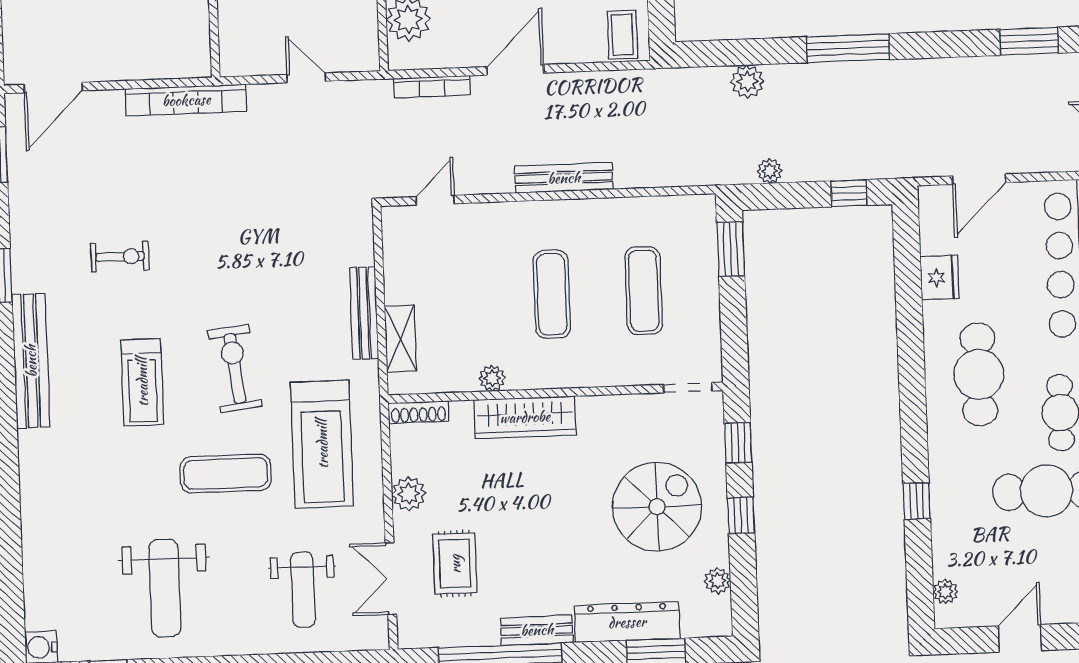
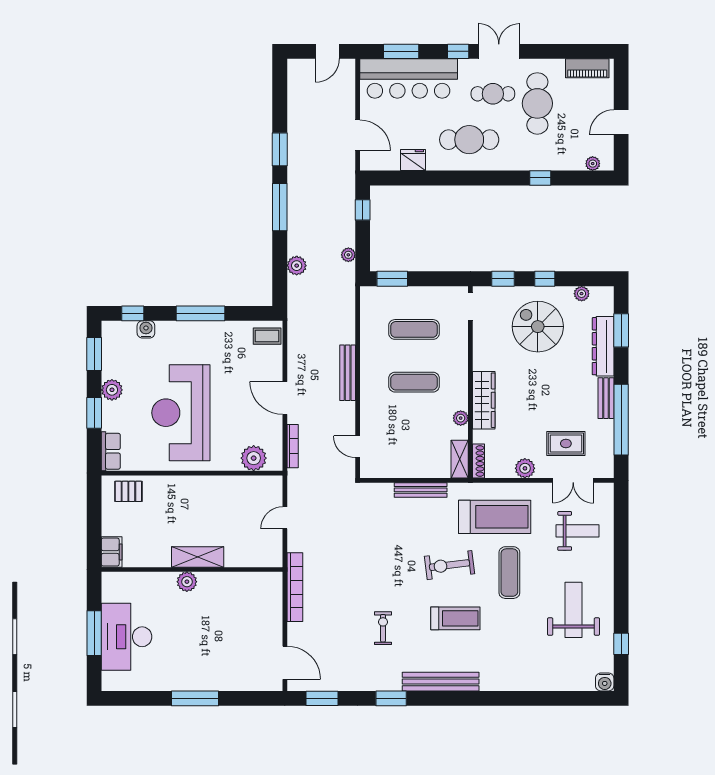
window: (1029, 41) -> (280, 149), moved
shelving: (400, 338) -> (460, 459), moved, turned 90
weight bench: (165, 588) -> (574, 610), turned -90
door: (1020, 638) -> (621, 122), hinge flipped

